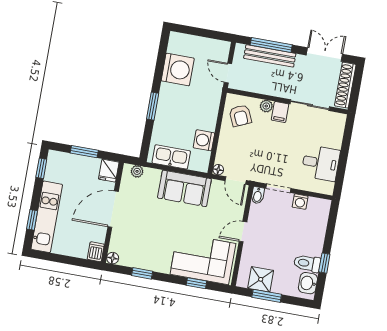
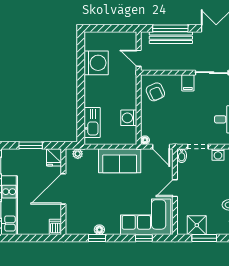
window: (153, 106) -> (81, 97), removed
plant: (266, 106) -> (175, 80), removed
kitchen sink: (171, 157) -> (92, 122), moved, turned 90
floor lamp: (113, 258) -> (99, 230), moved

